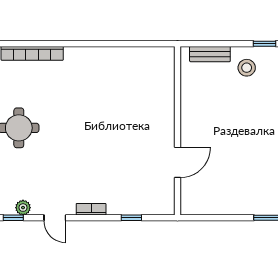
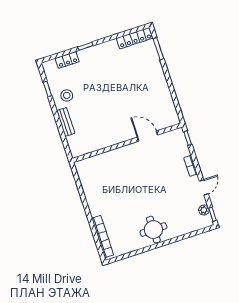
wall: (178, 131) -> (127, 143), moved
door: (178, 162) -> (148, 136), moved

